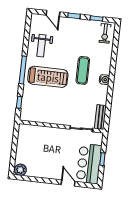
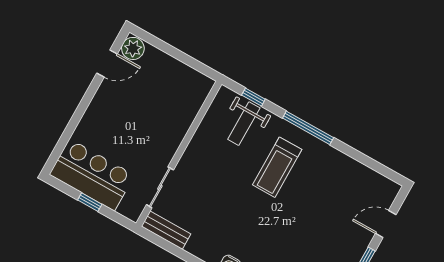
weight bench: (41, 46) -> (244, 124), moved, turned -90
exercise mat: (83, 70) -> (262, 234), removed
treadmill: (48, 77) -> (277, 167), width x0.73, depth x0.73
door: (68, 183) -> (107, 63), moved

